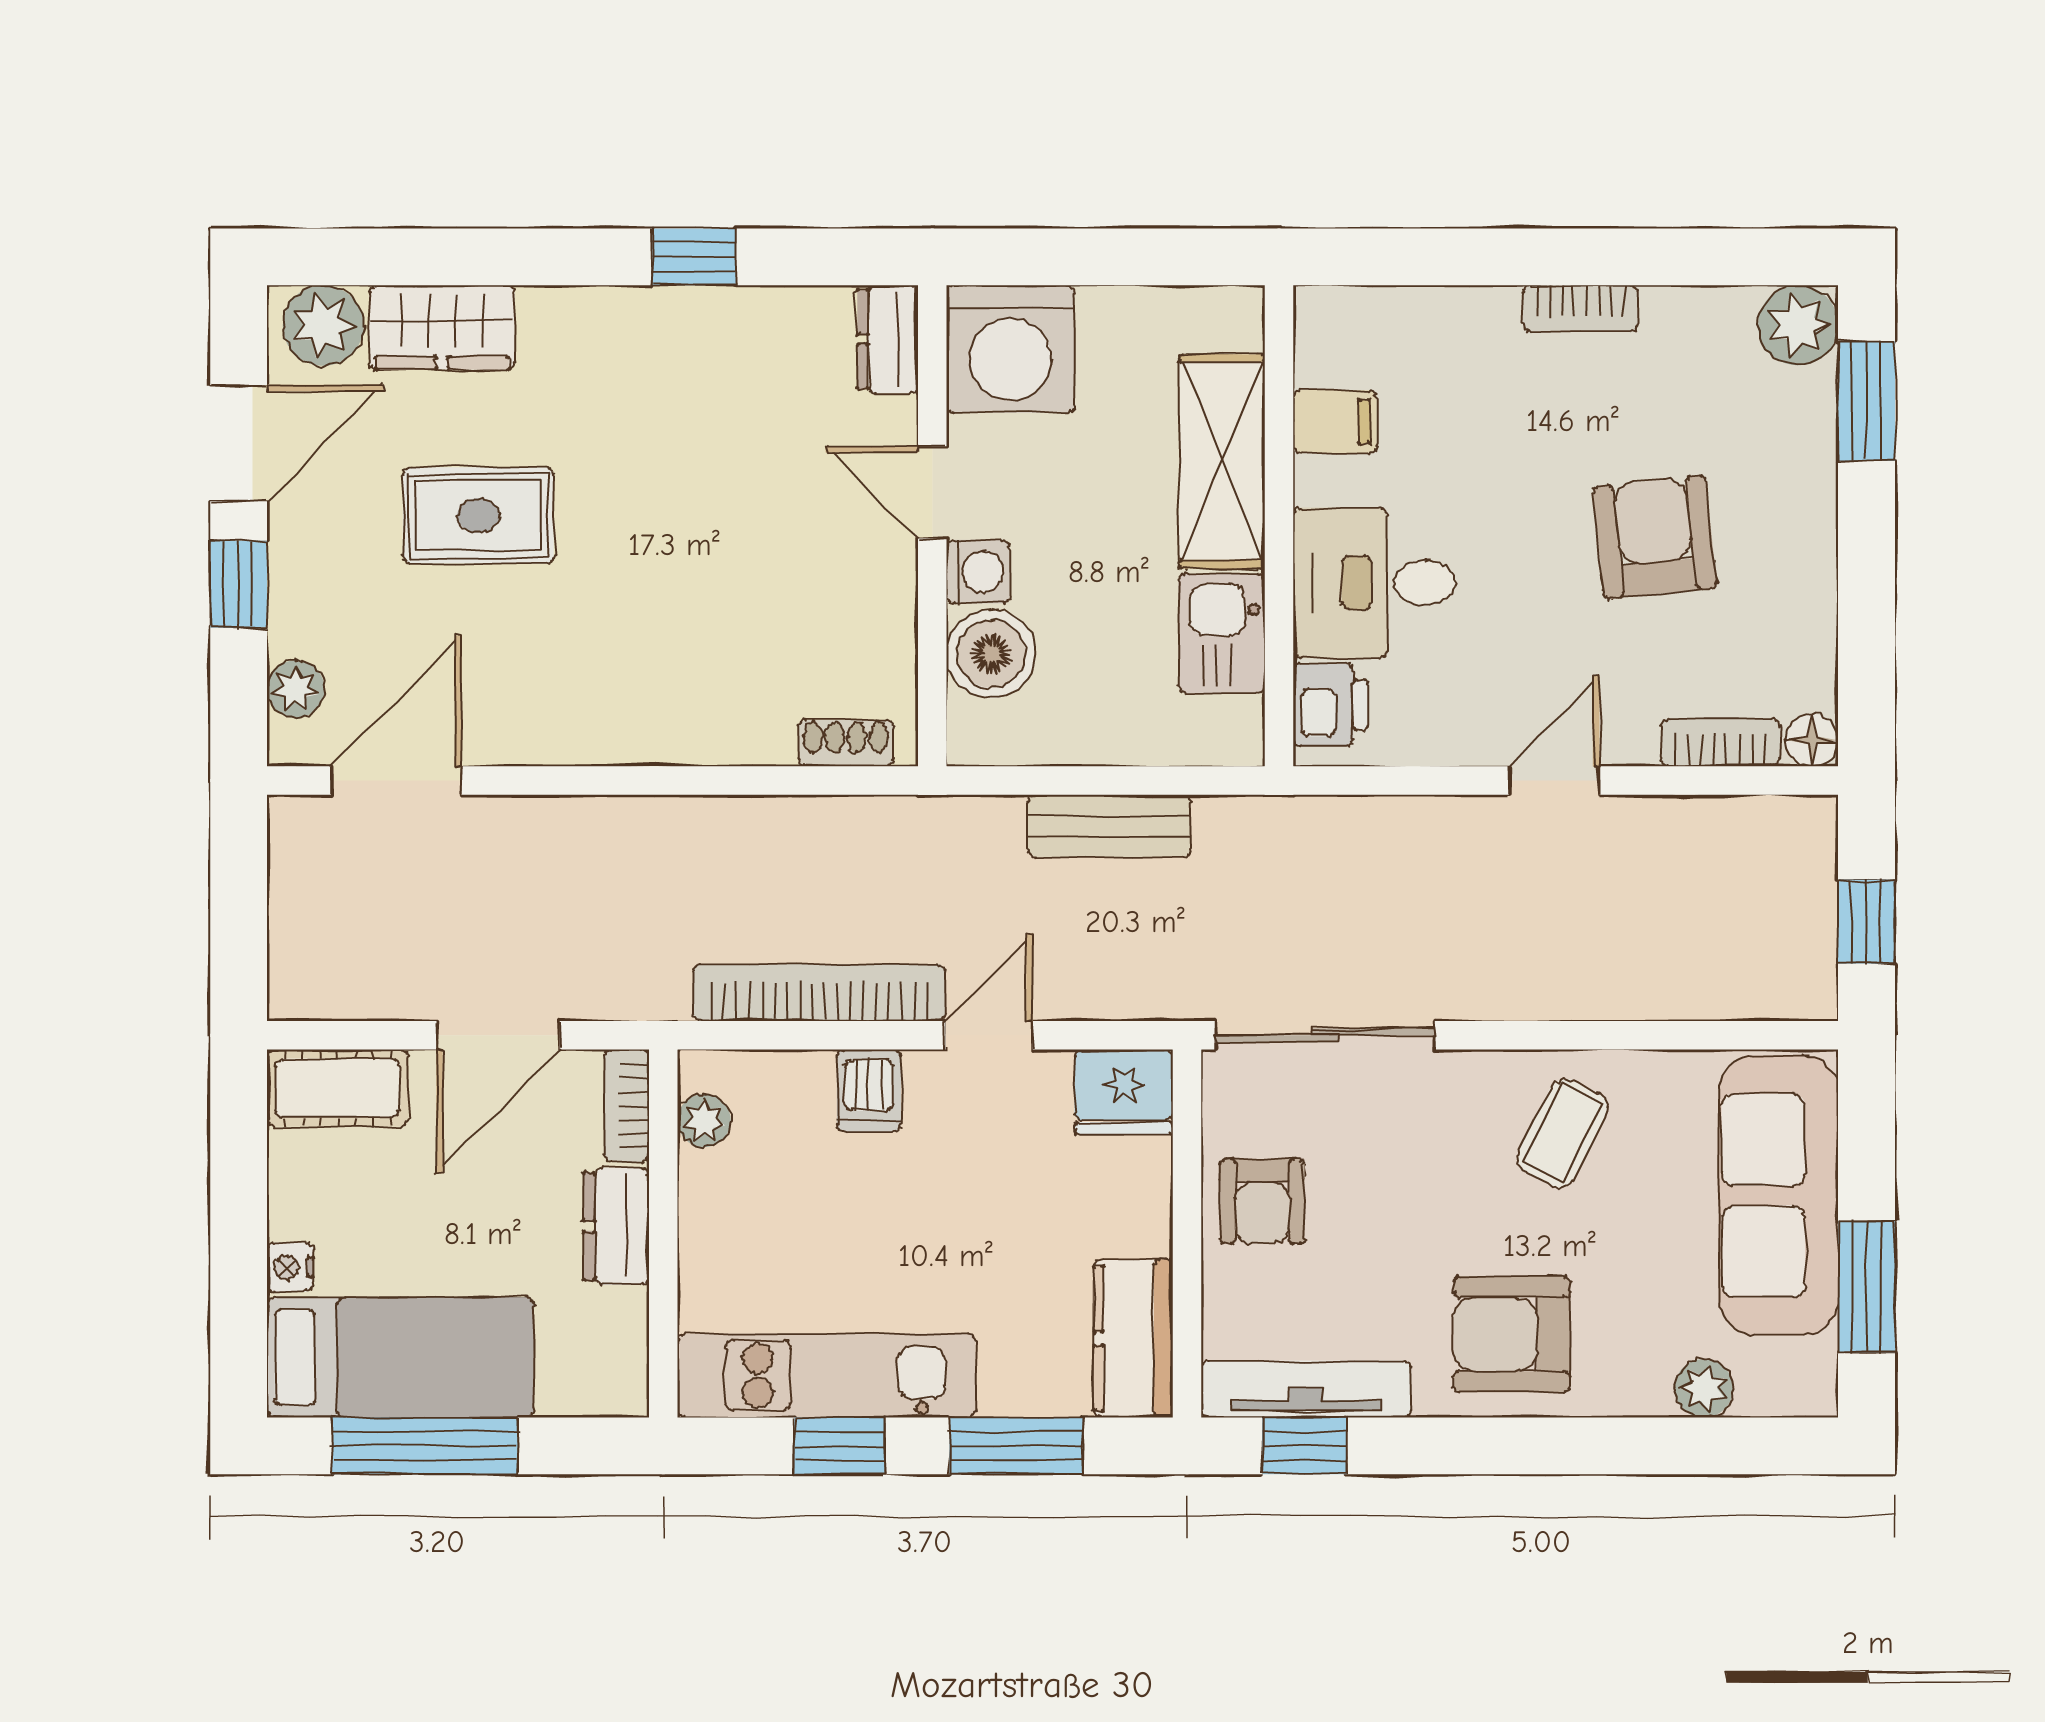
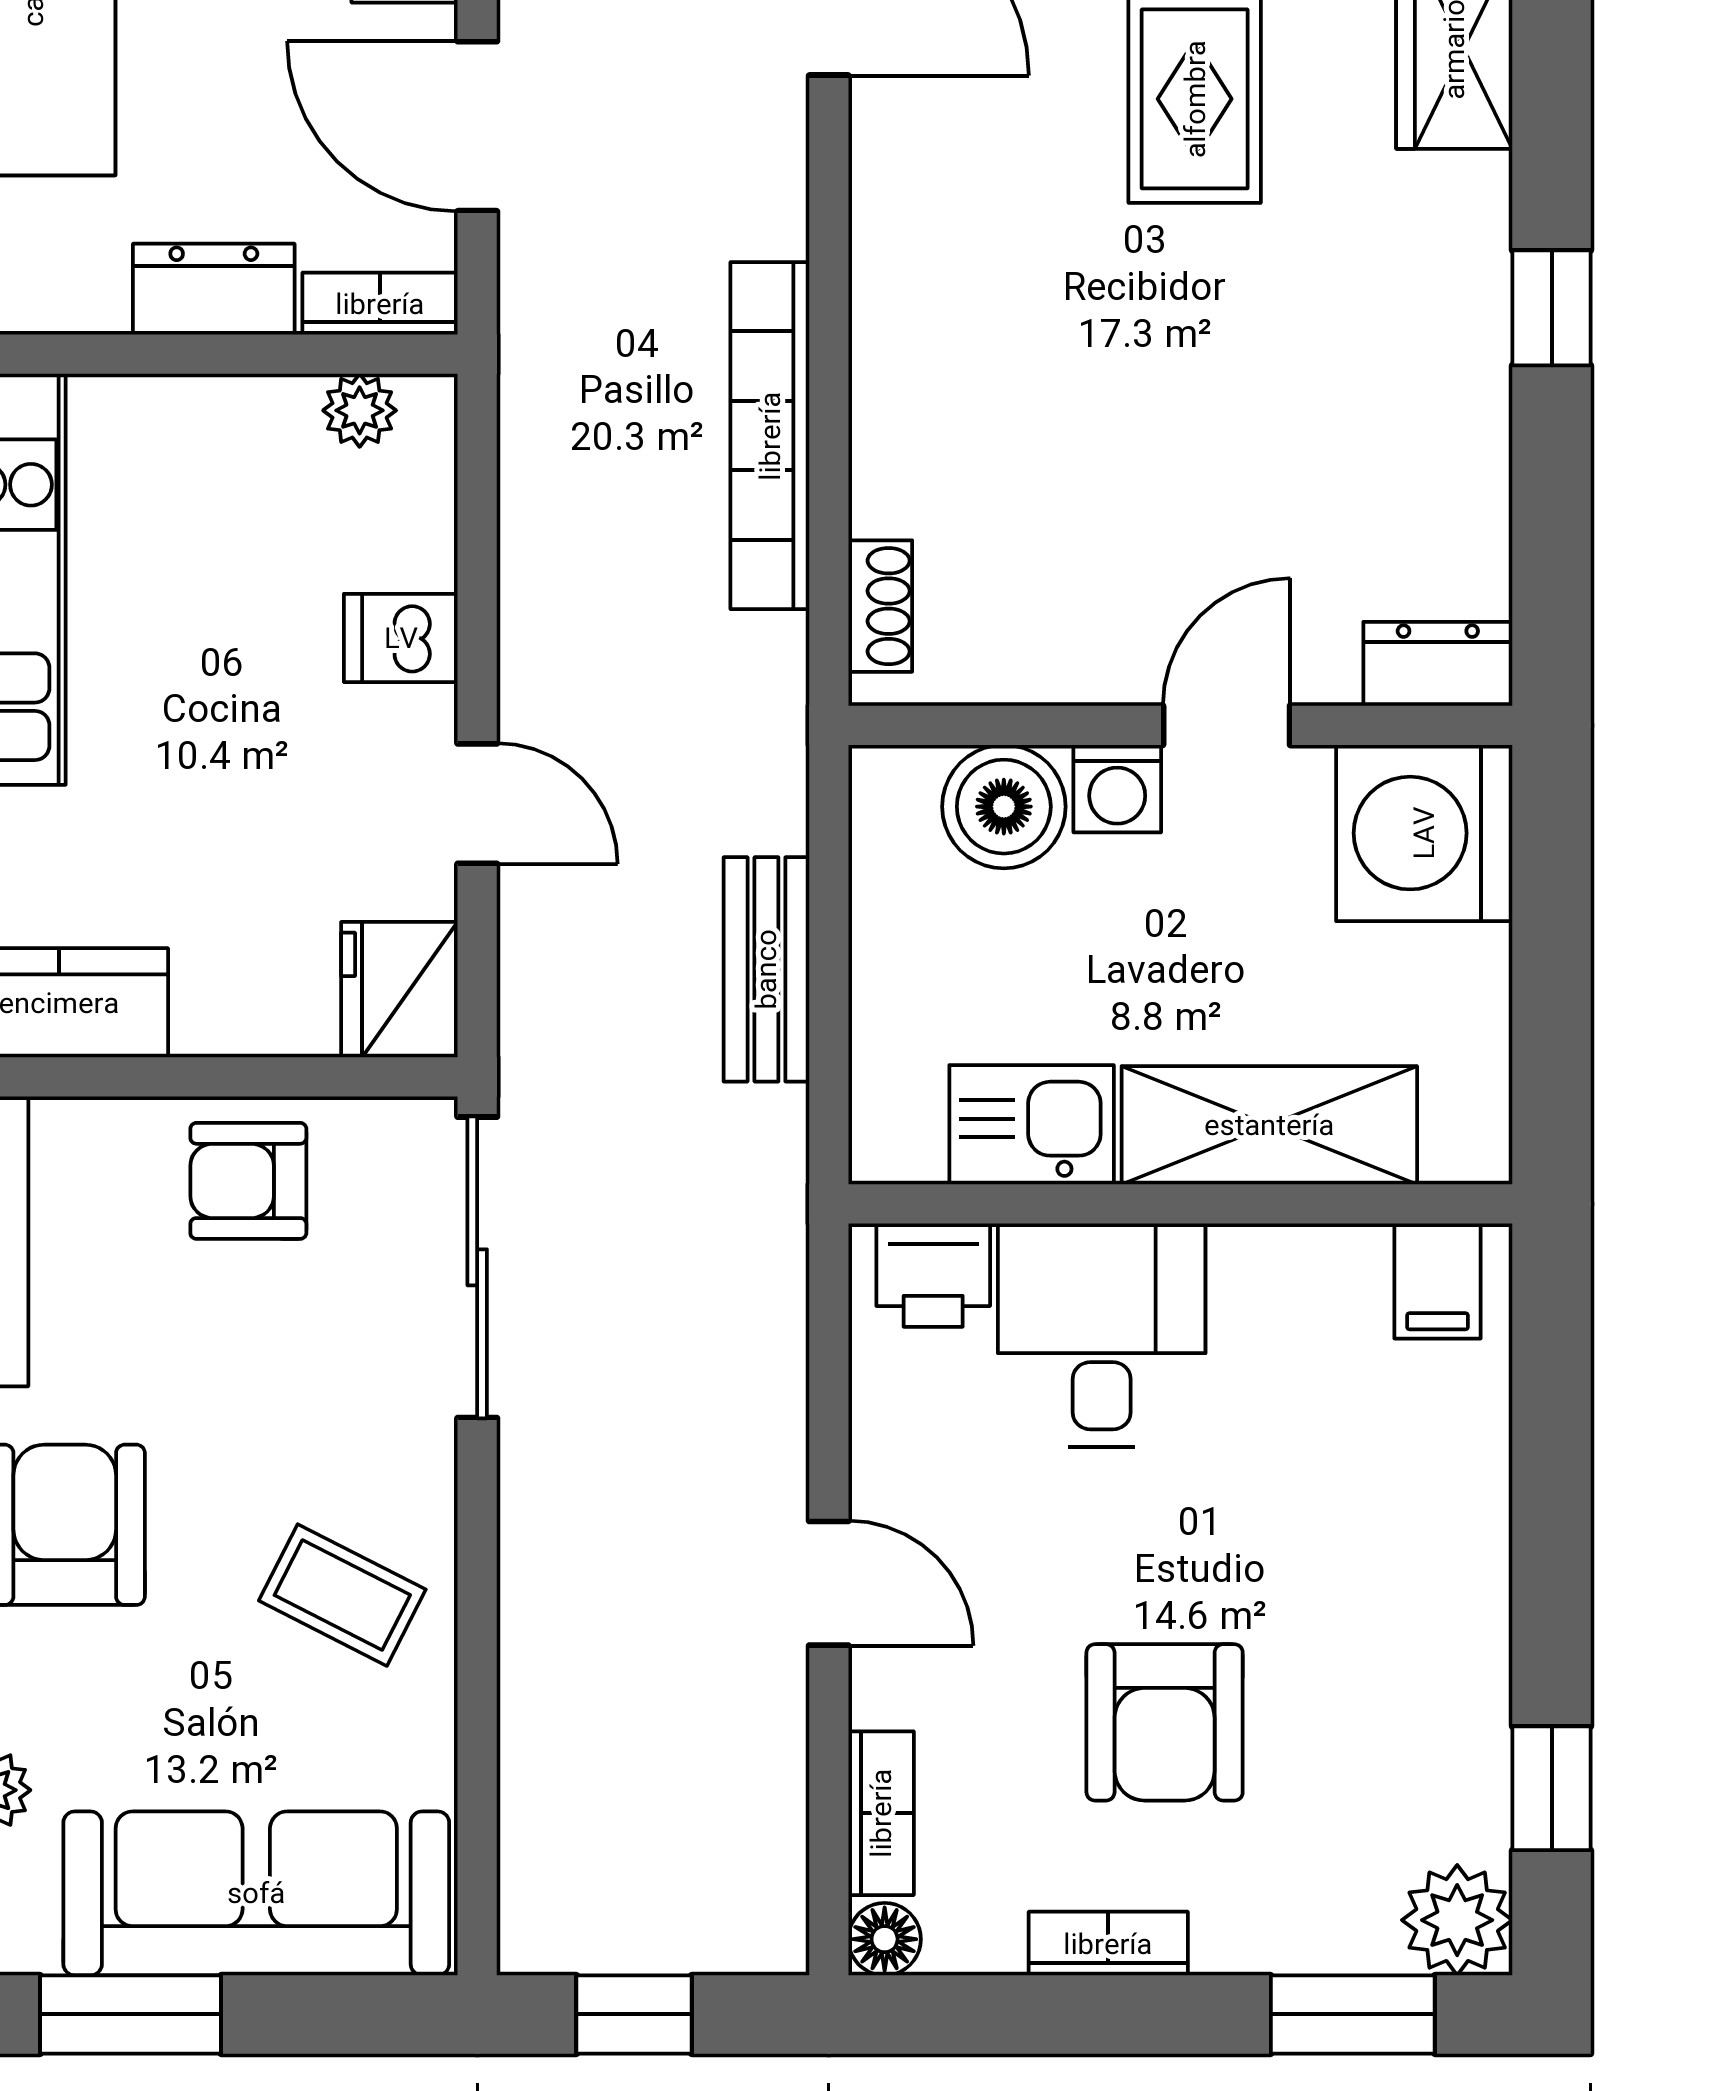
window: (694, 257) -> (1552, 308), moved
window: (1703, 257) -> (1552, 1788), added
bookcase: (1581, 308) -> (1108, 1944), moved, turned 90
filing cabinet: (1335, 422) -> (1437, 1281), moved
armchair: (1655, 537) -> (1165, 1722), turned 96
bookcase: (819, 993) -> (770, 436), moved, turned 180

